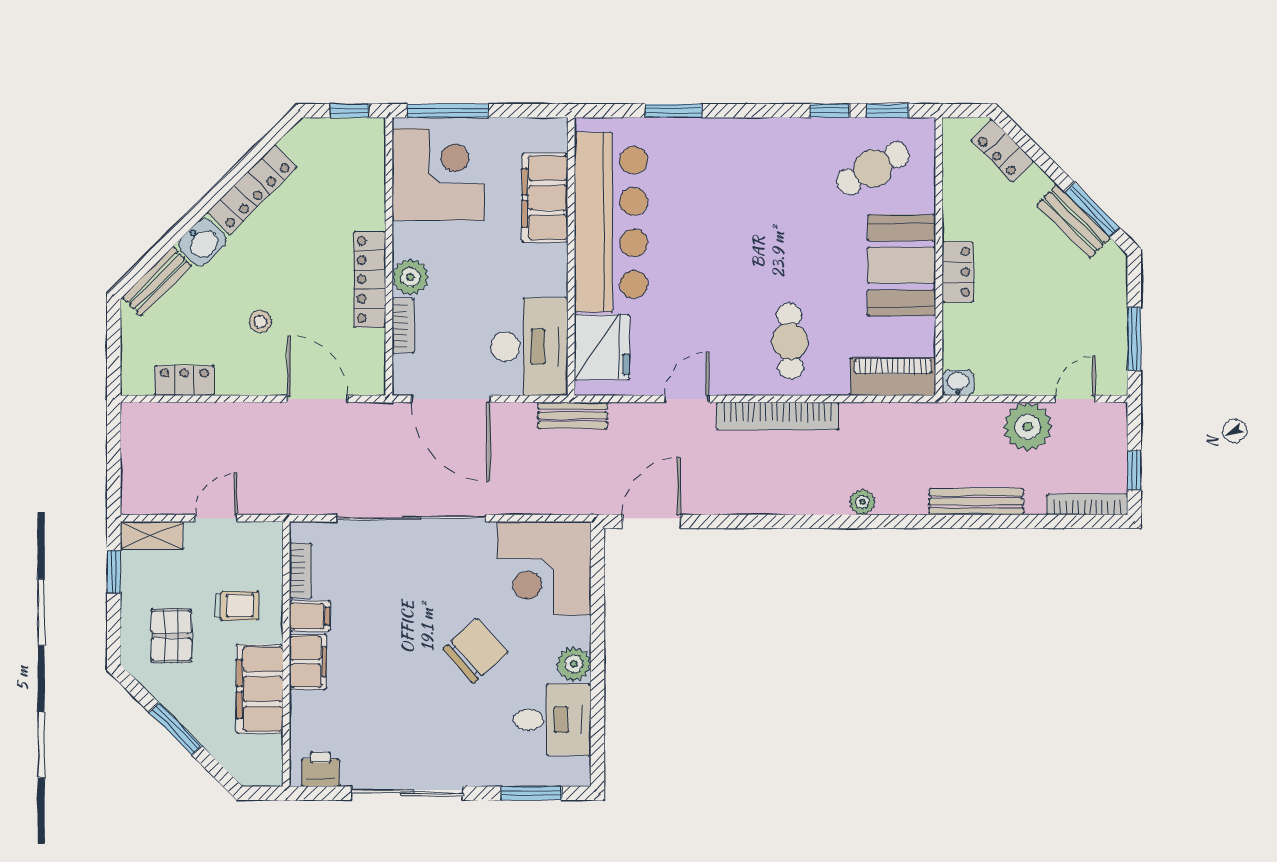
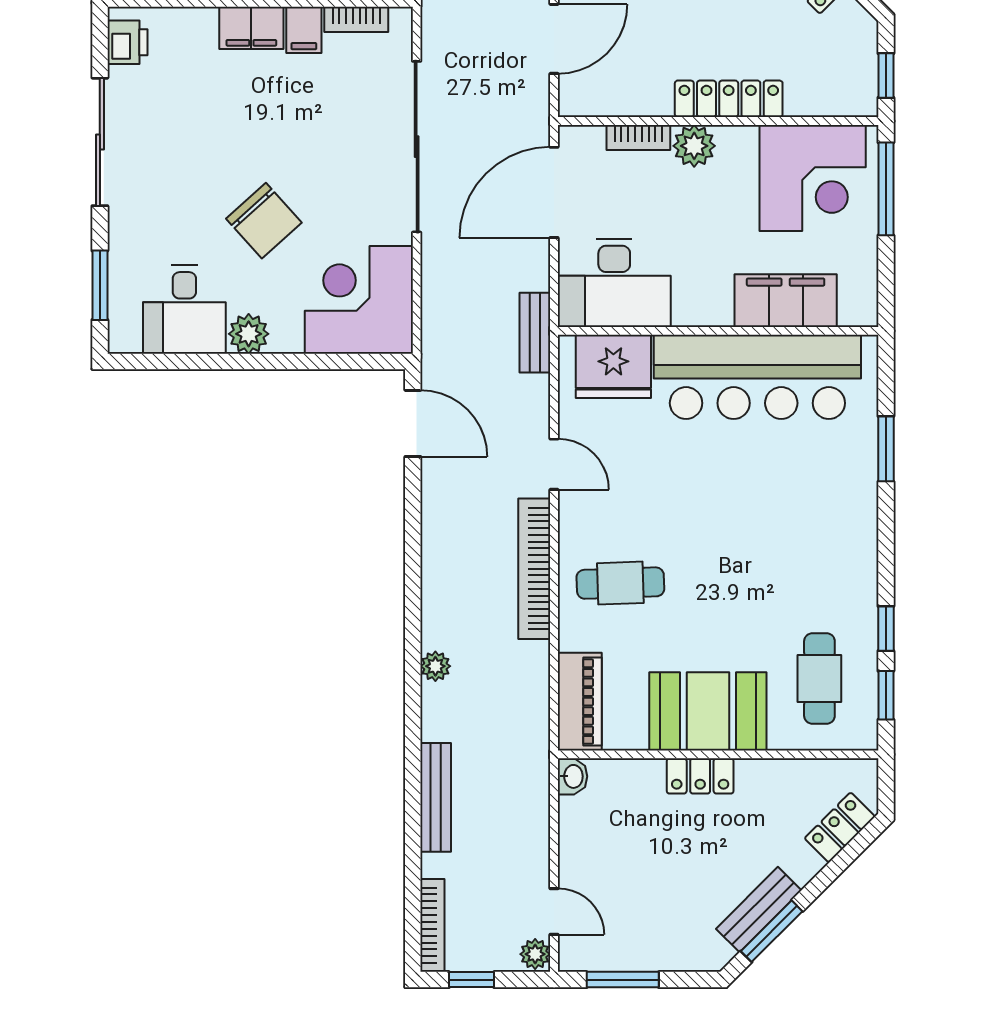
cafe table: (873, 168) -> (819, 679), turned 30
locker: (370, 279) -> (729, 99), moved
plant: (1028, 427) -> (535, 954), moved, width x0.53, depth x0.53

